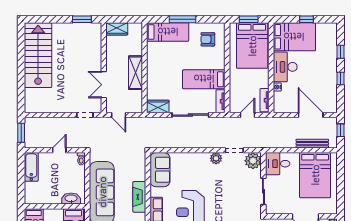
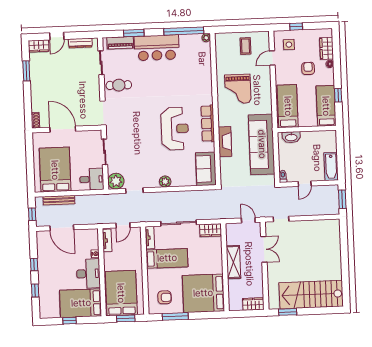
window: (182, 19) -> (175, 316), moved
bed: (168, 32) -> (203, 293), width x2.04
stairs: (38, 55) -> (311, 295), moved, turned 90
plant: (216, 158) -> (165, 182), moved

